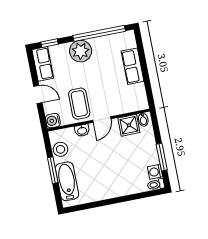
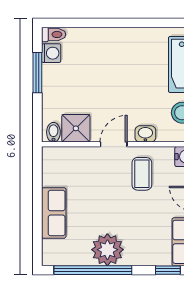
plant: (81, 51) -> (107, 250), moved
coffee table: (79, 104) -> (142, 174), width x0.73, depth x0.77

